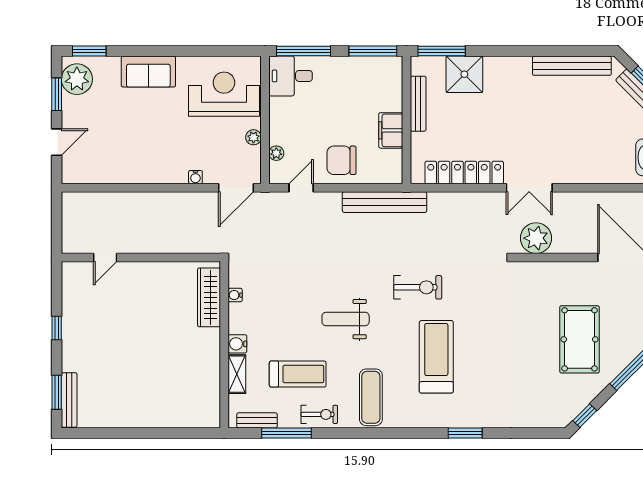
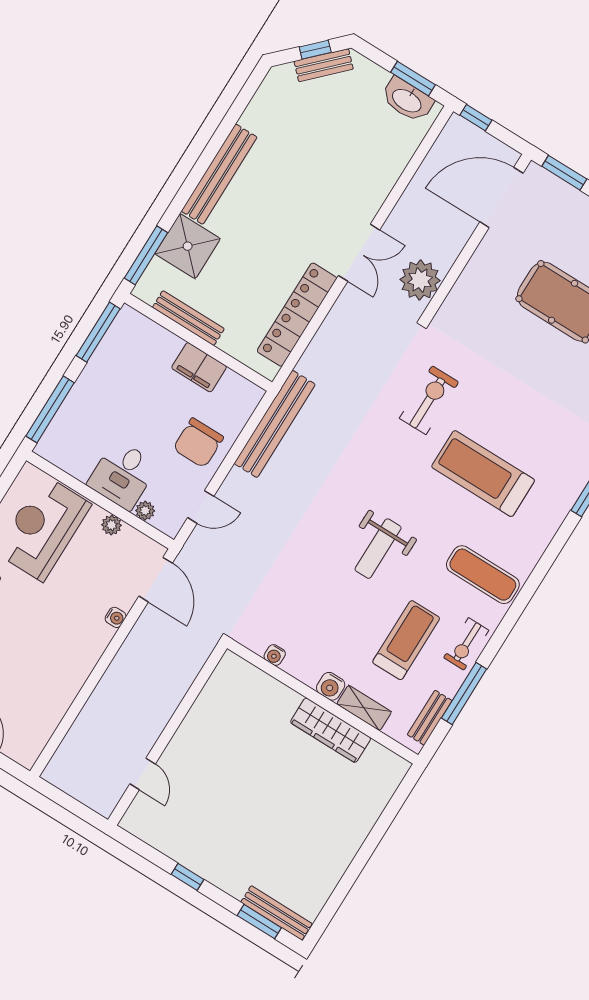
bench: (572, 66) -> (219, 174), moved
desk: (291, 76) -> (123, 475), moved
door: (301, 188) -> (201, 507), swing flipped
exercise bike: (418, 287) -> (429, 400), moved
wardrobe: (209, 297) -> (331, 730), moved
exercise bike: (319, 414) -> (466, 644), turned 180

